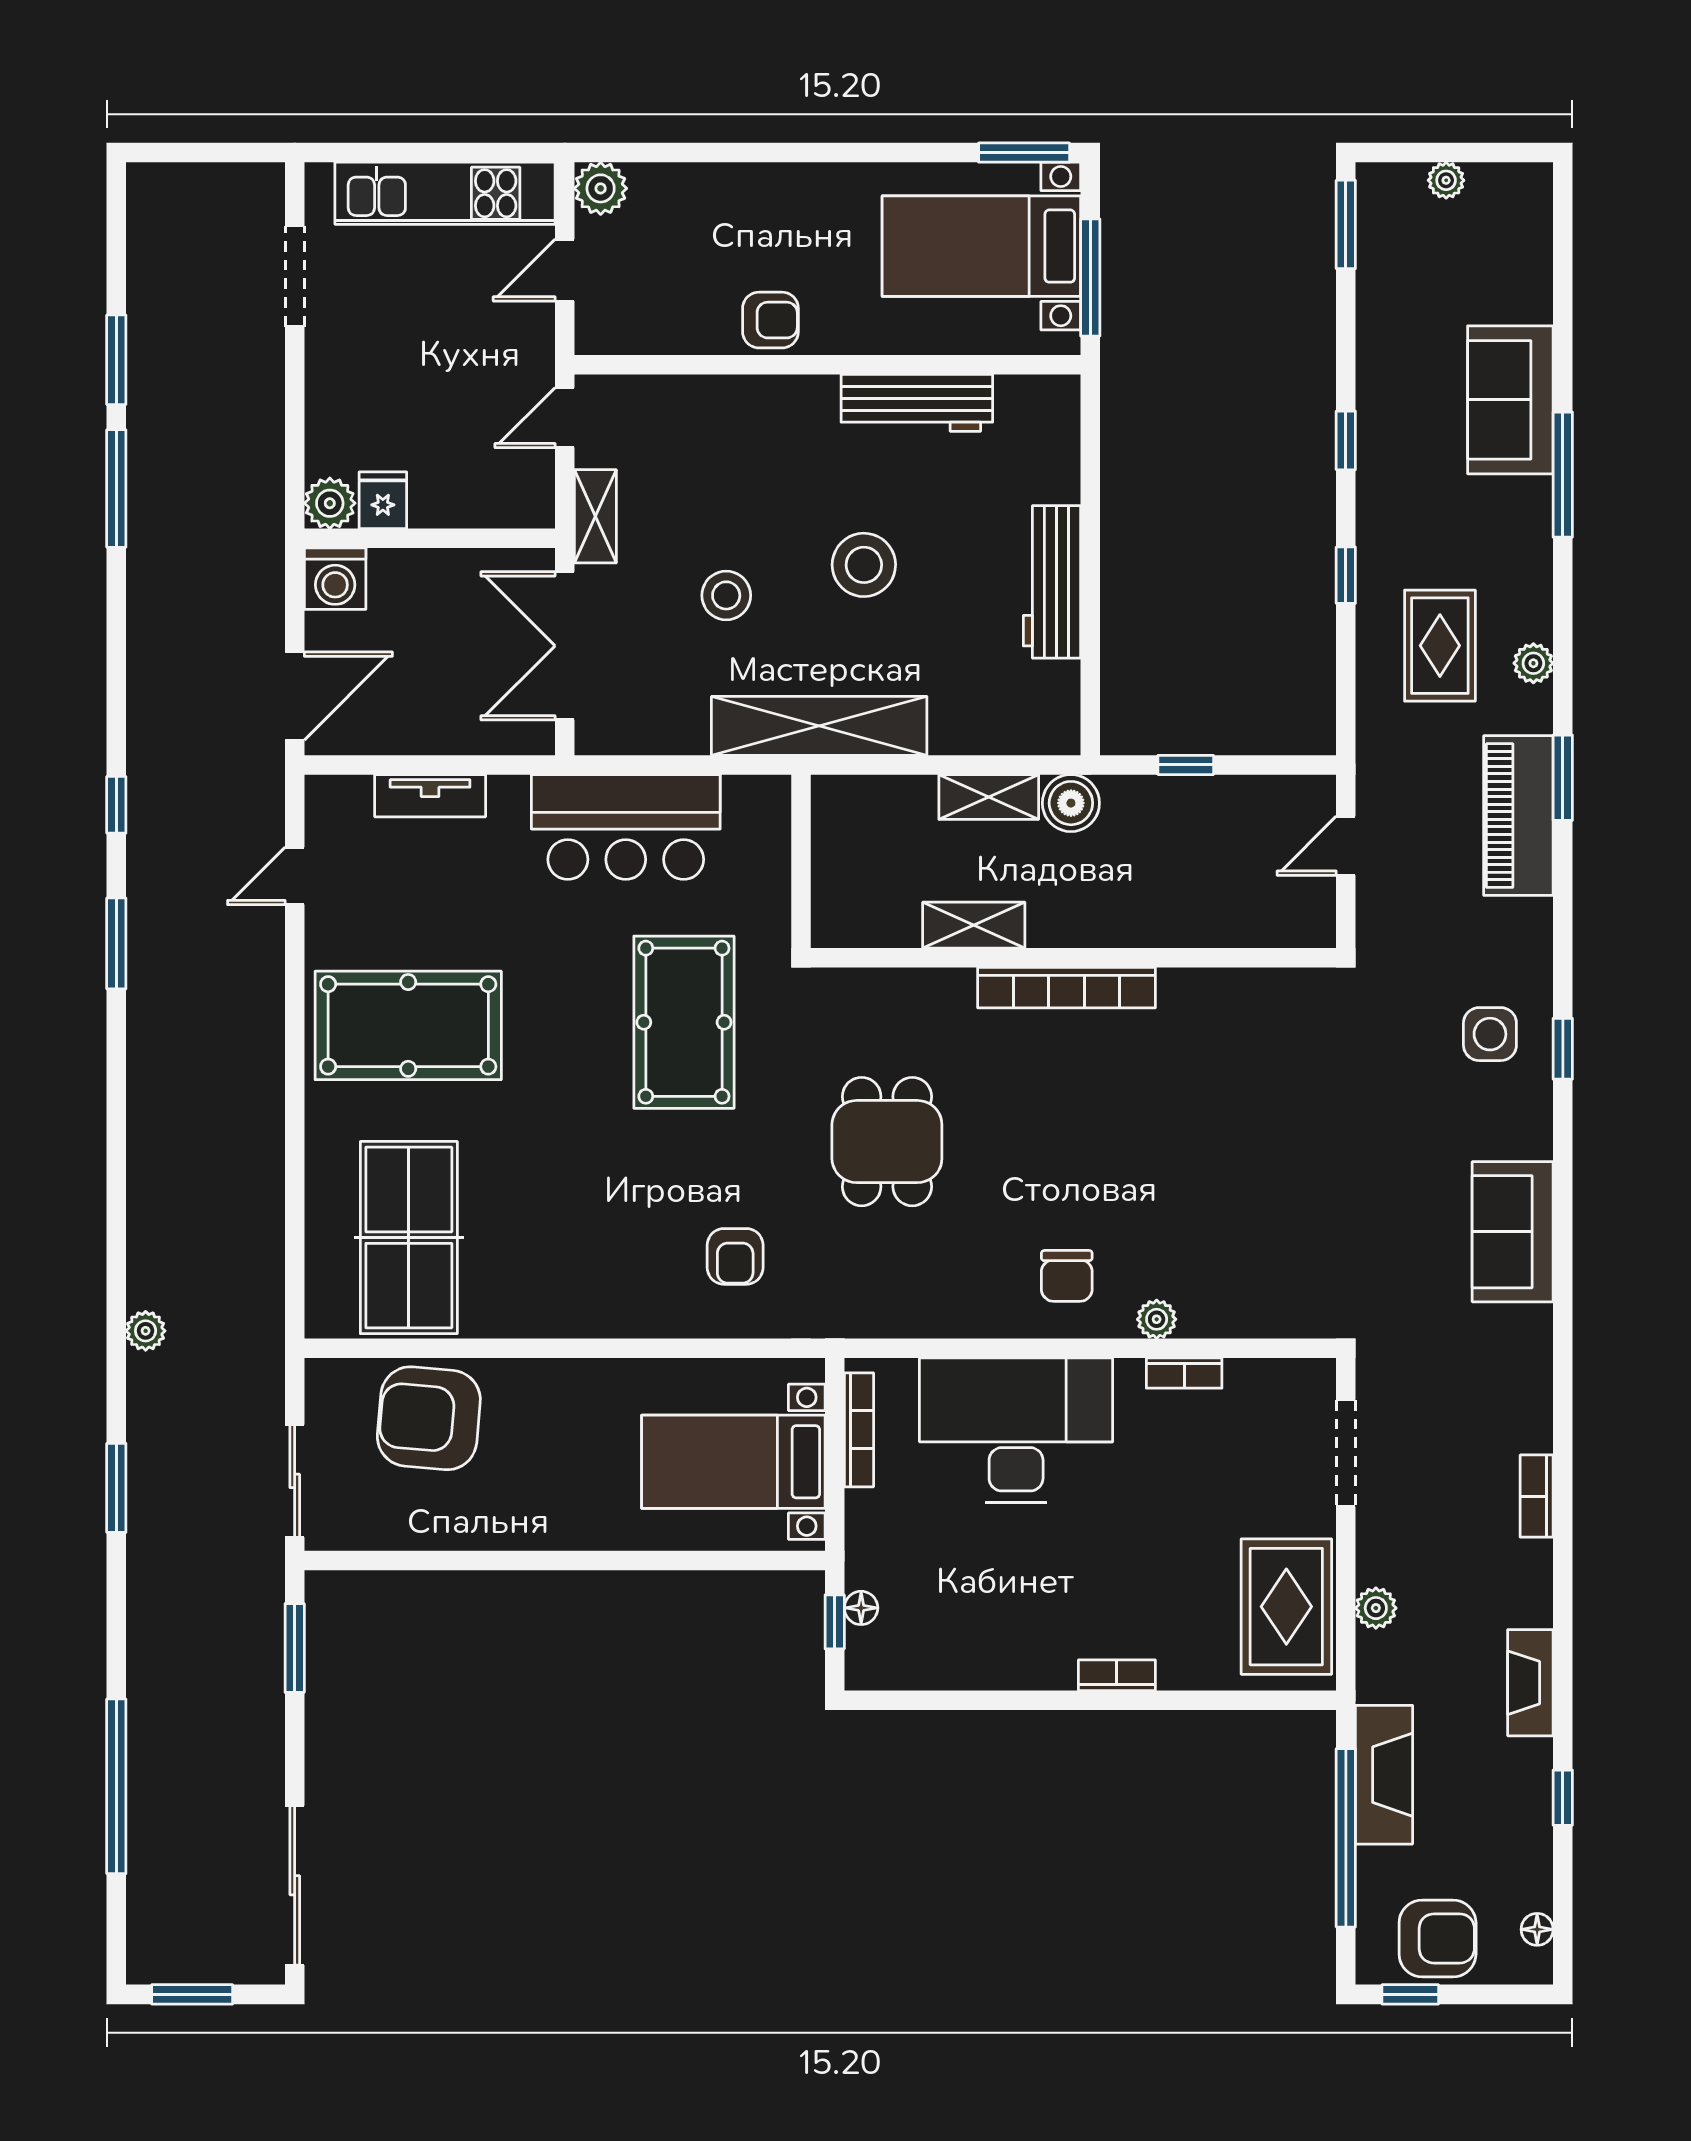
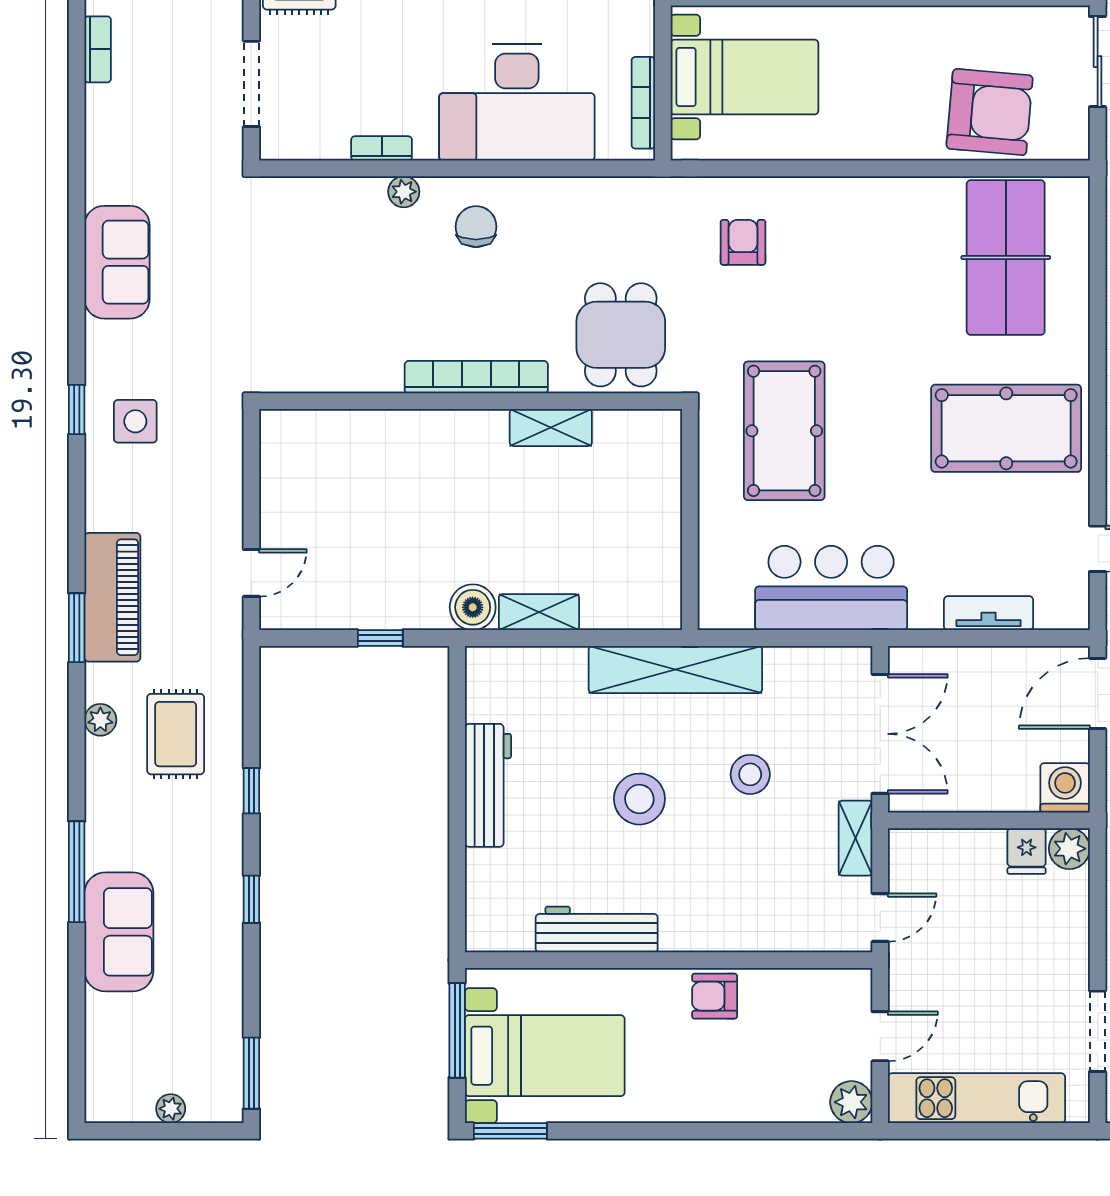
shelving: (974, 925) -> (551, 427), moved
wall: (1073, 958) -> (471, 401), moved
bookcase: (1066, 988) -> (476, 377), moved

